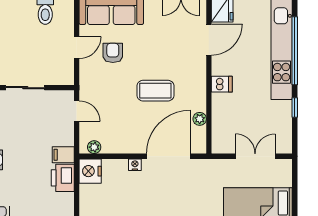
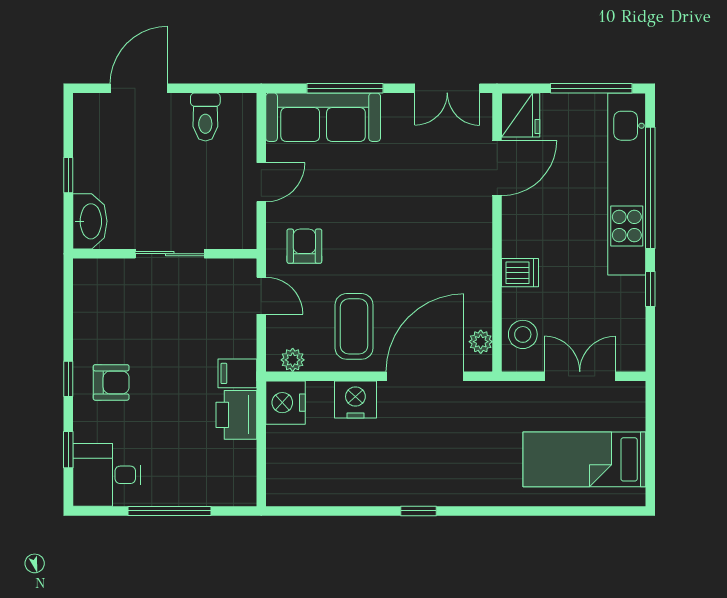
armchair: (113, 53) -> (304, 246), moved
dishwasher: (222, 84) -> (520, 273), moved
coffee table: (155, 91) -> (354, 326), moved, turned 90
plant: (200, 119) -> (481, 342), moved
stool: (223, 133) -> (523, 334), added
nightstand: (135, 165) -> (355, 400), width x1.89, depth x1.79

